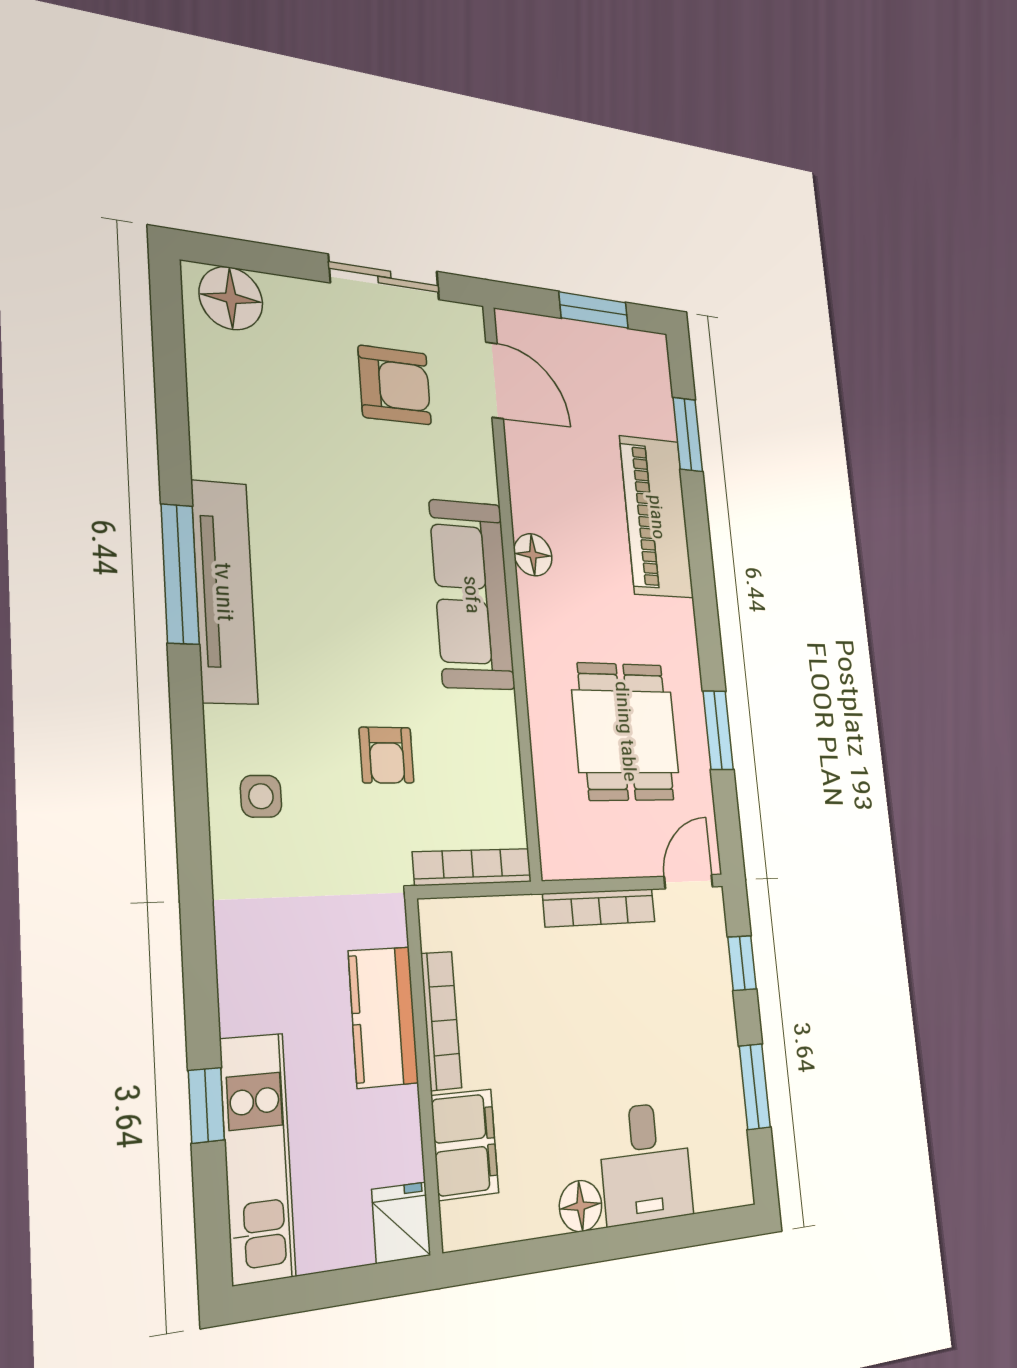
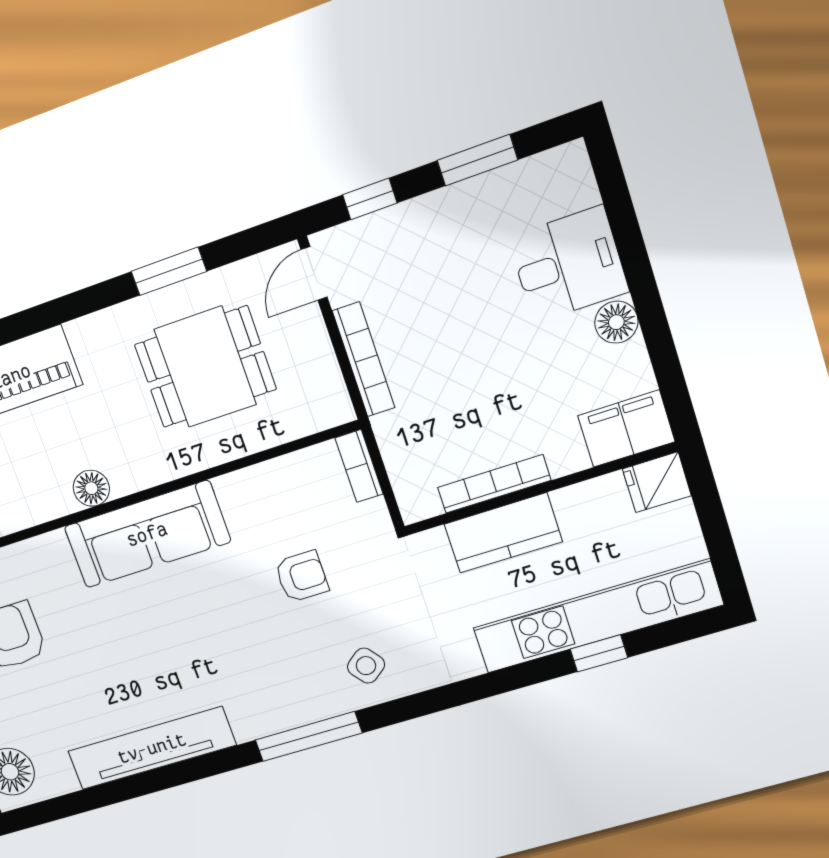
window: (180, 574) -> (308, 736), moved
tv unit: (224, 592) -> (152, 748), moved
side table: (261, 796) -> (366, 666), turned -38
bookcase: (473, 867) -> (359, 466), width x0.64
door: (689, 882) -> (314, 273), hinge flipped
filing cabinet: (465, 1144) -> (626, 429), moved
kitchen unit: (258, 1157) -> (597, 617), width x1.36

